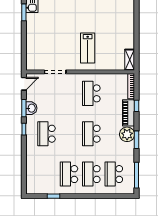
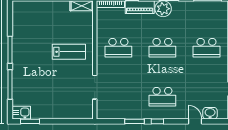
door: (24, 84) -> (195, 121), moved
washbasin: (31, 108) -> (210, 113), moved
school desk: (69, 174) -> (206, 72), removed
school desk: (114, 174) -> (206, 23), removed

